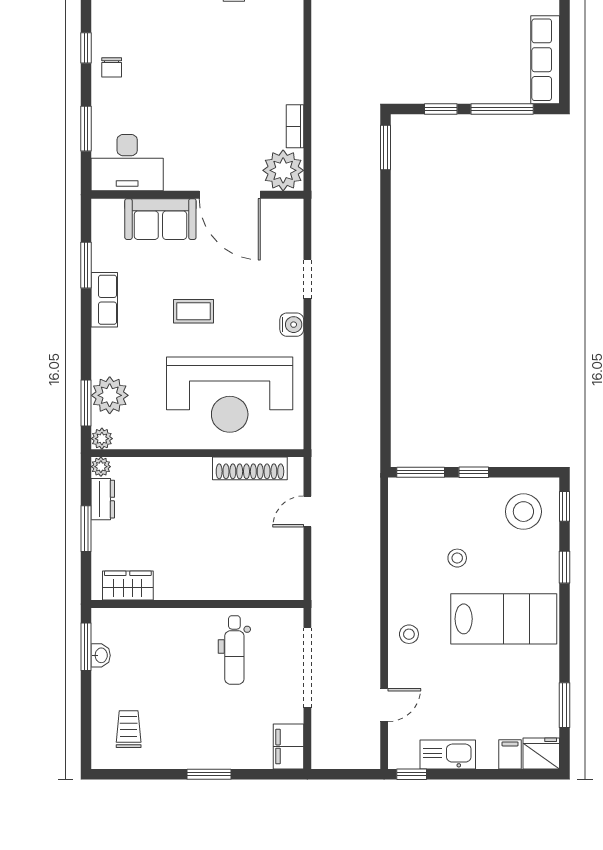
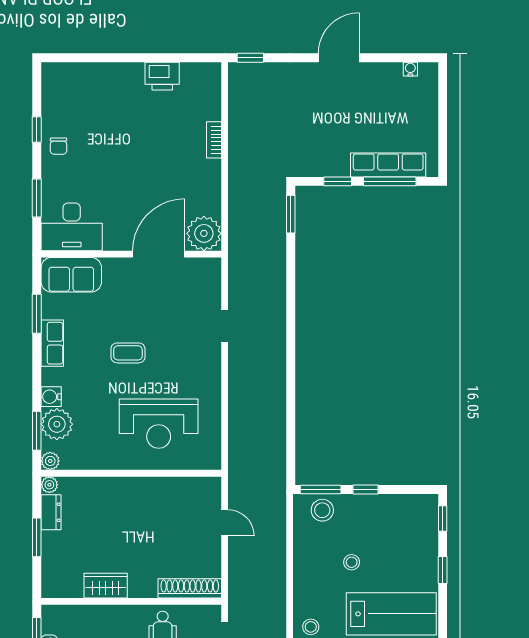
row of seats: (545, 60) -> (388, 165), moved, turned 90
bookcase: (295, 126) -> (214, 140), moved
door: (230, 195) -> (159, 254), swing flipped
sofa: (160, 219) -> (71, 275), moved
water cooler: (292, 325) -> (51, 397), moved, turned 180
reception desk: (230, 395) -> (159, 424), width x0.74, depth x0.77
shoe rack: (250, 468) -> (190, 588), moved, turned 180
door: (307, 511) -> (225, 523), swing flipped
stool: (523, 512) -> (322, 510), moved, width x0.73, depth x0.73
wardrobe: (128, 586) -> (106, 586), moved

